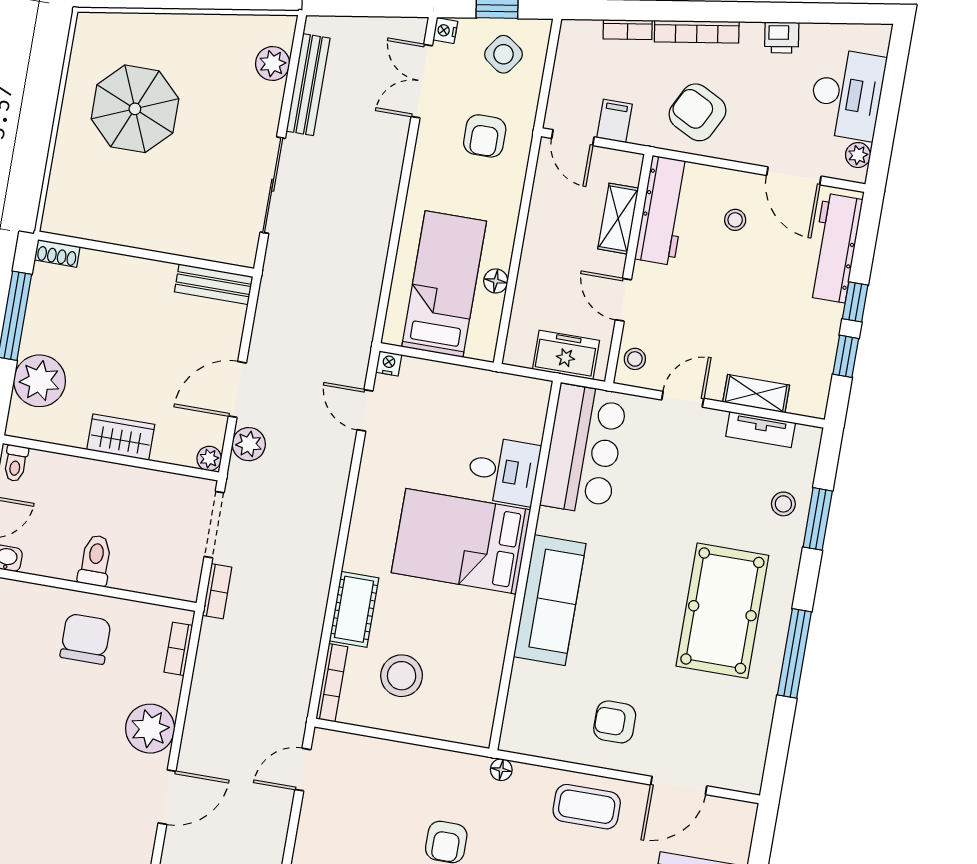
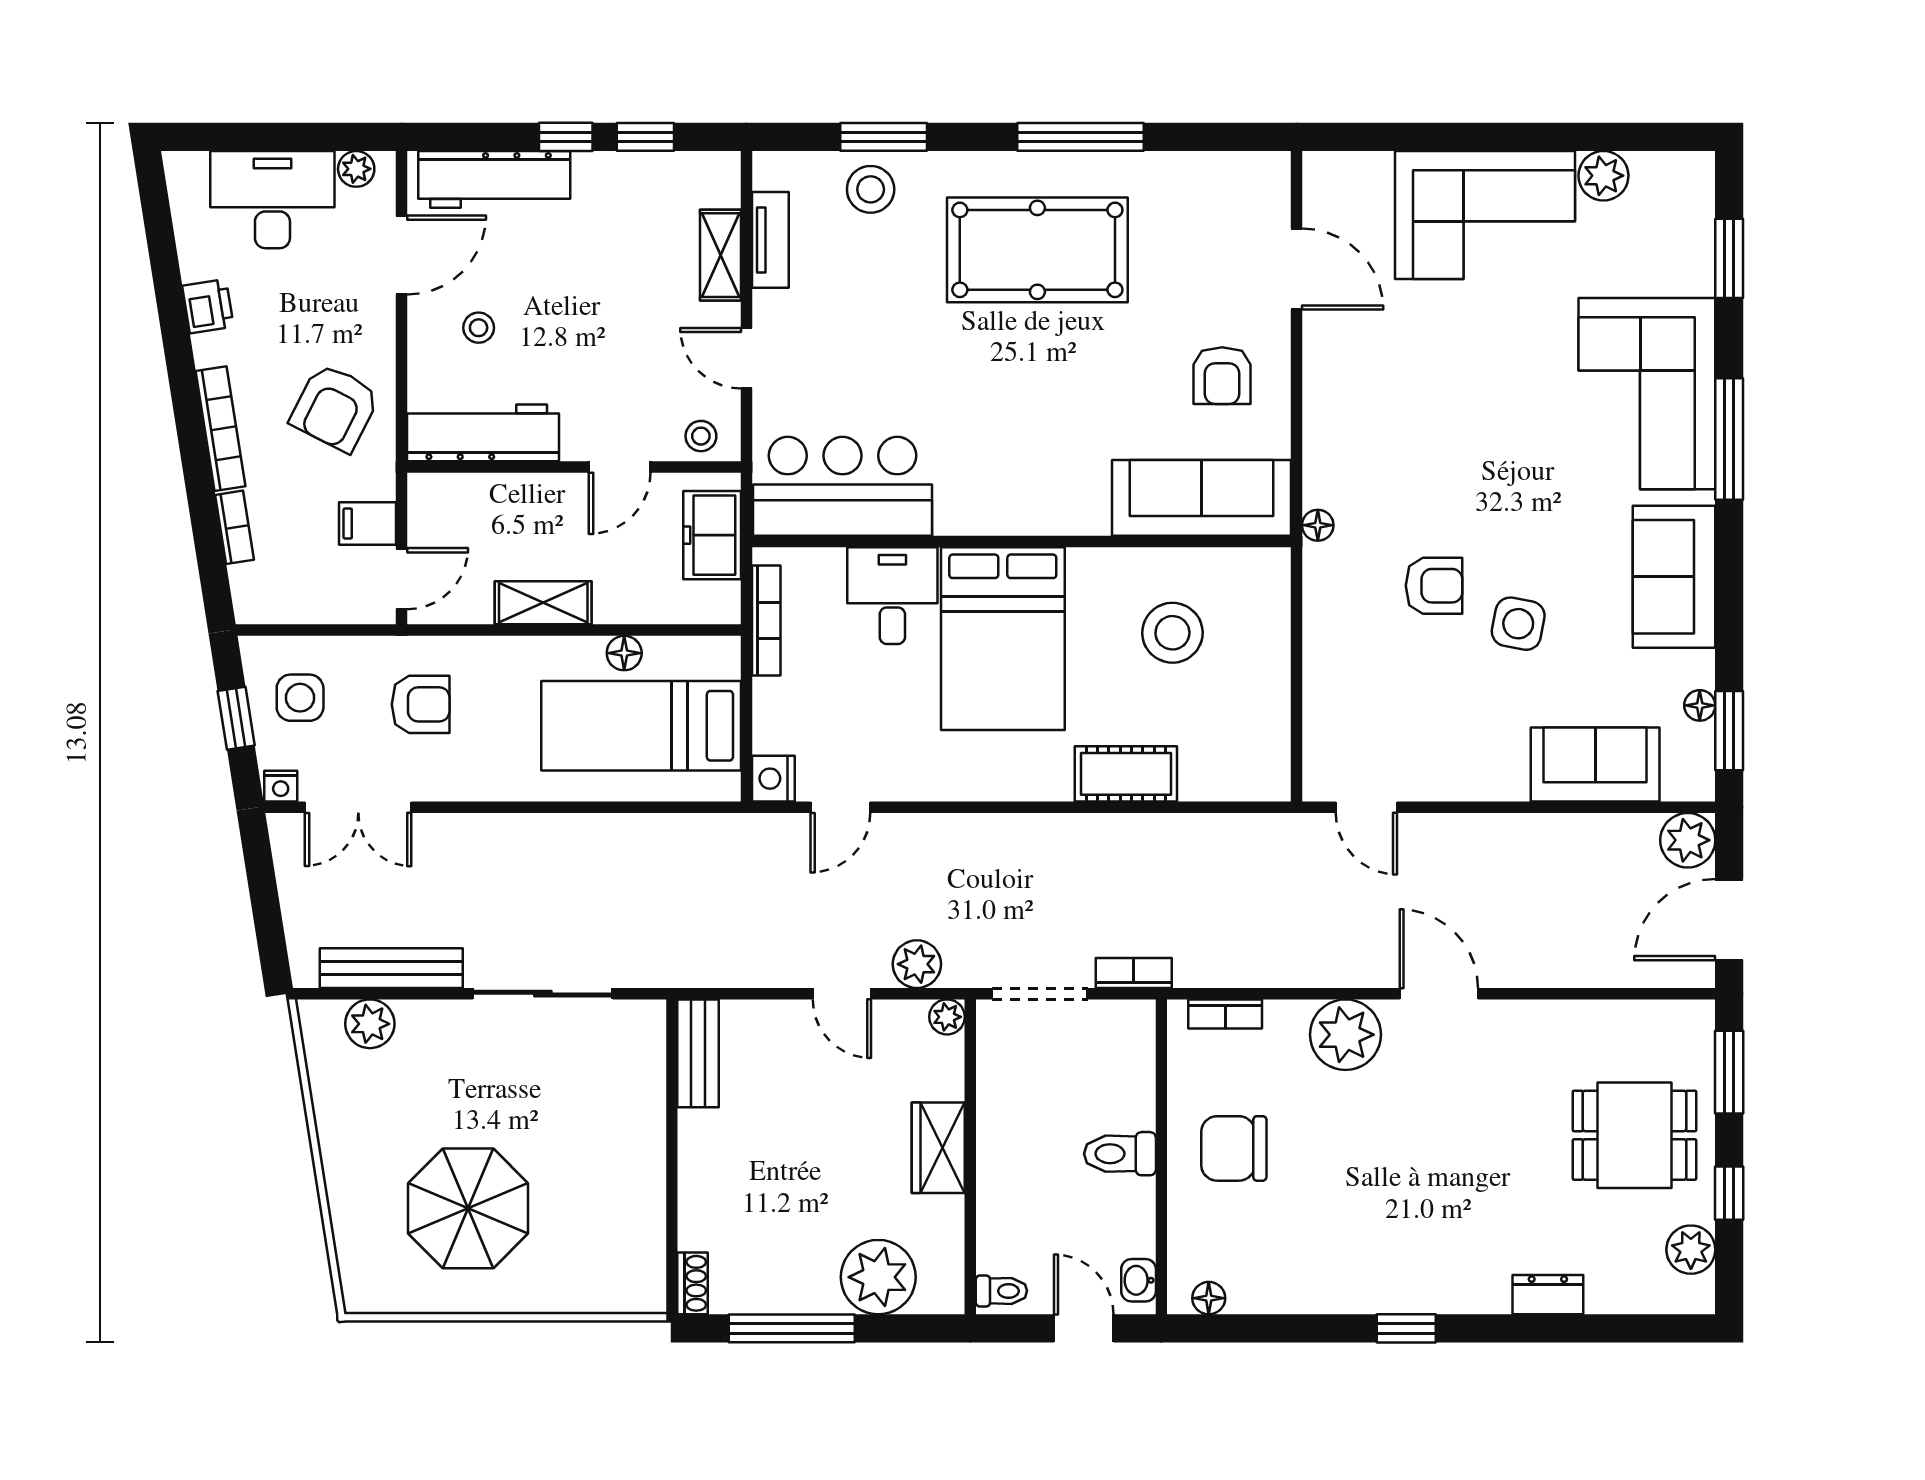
side table: (504, 54) -> (300, 698), turned -35
shelving: (618, 219) -> (543, 603), moved
nightstand: (389, 363) -> (773, 779), width x1.39, depth x1.35
door: (237, 389) -> (842, 994), width x0.73
stool: (783, 504) -> (871, 189), width x1.37, depth x1.37
sofa: (550, 600) -> (1202, 498), moved
stool: (402, 676) -> (1172, 633), moved
bookcase: (332, 683) -> (766, 620), moved, turned 90
coffee table: (587, 807) -> (1349, 395), removed

